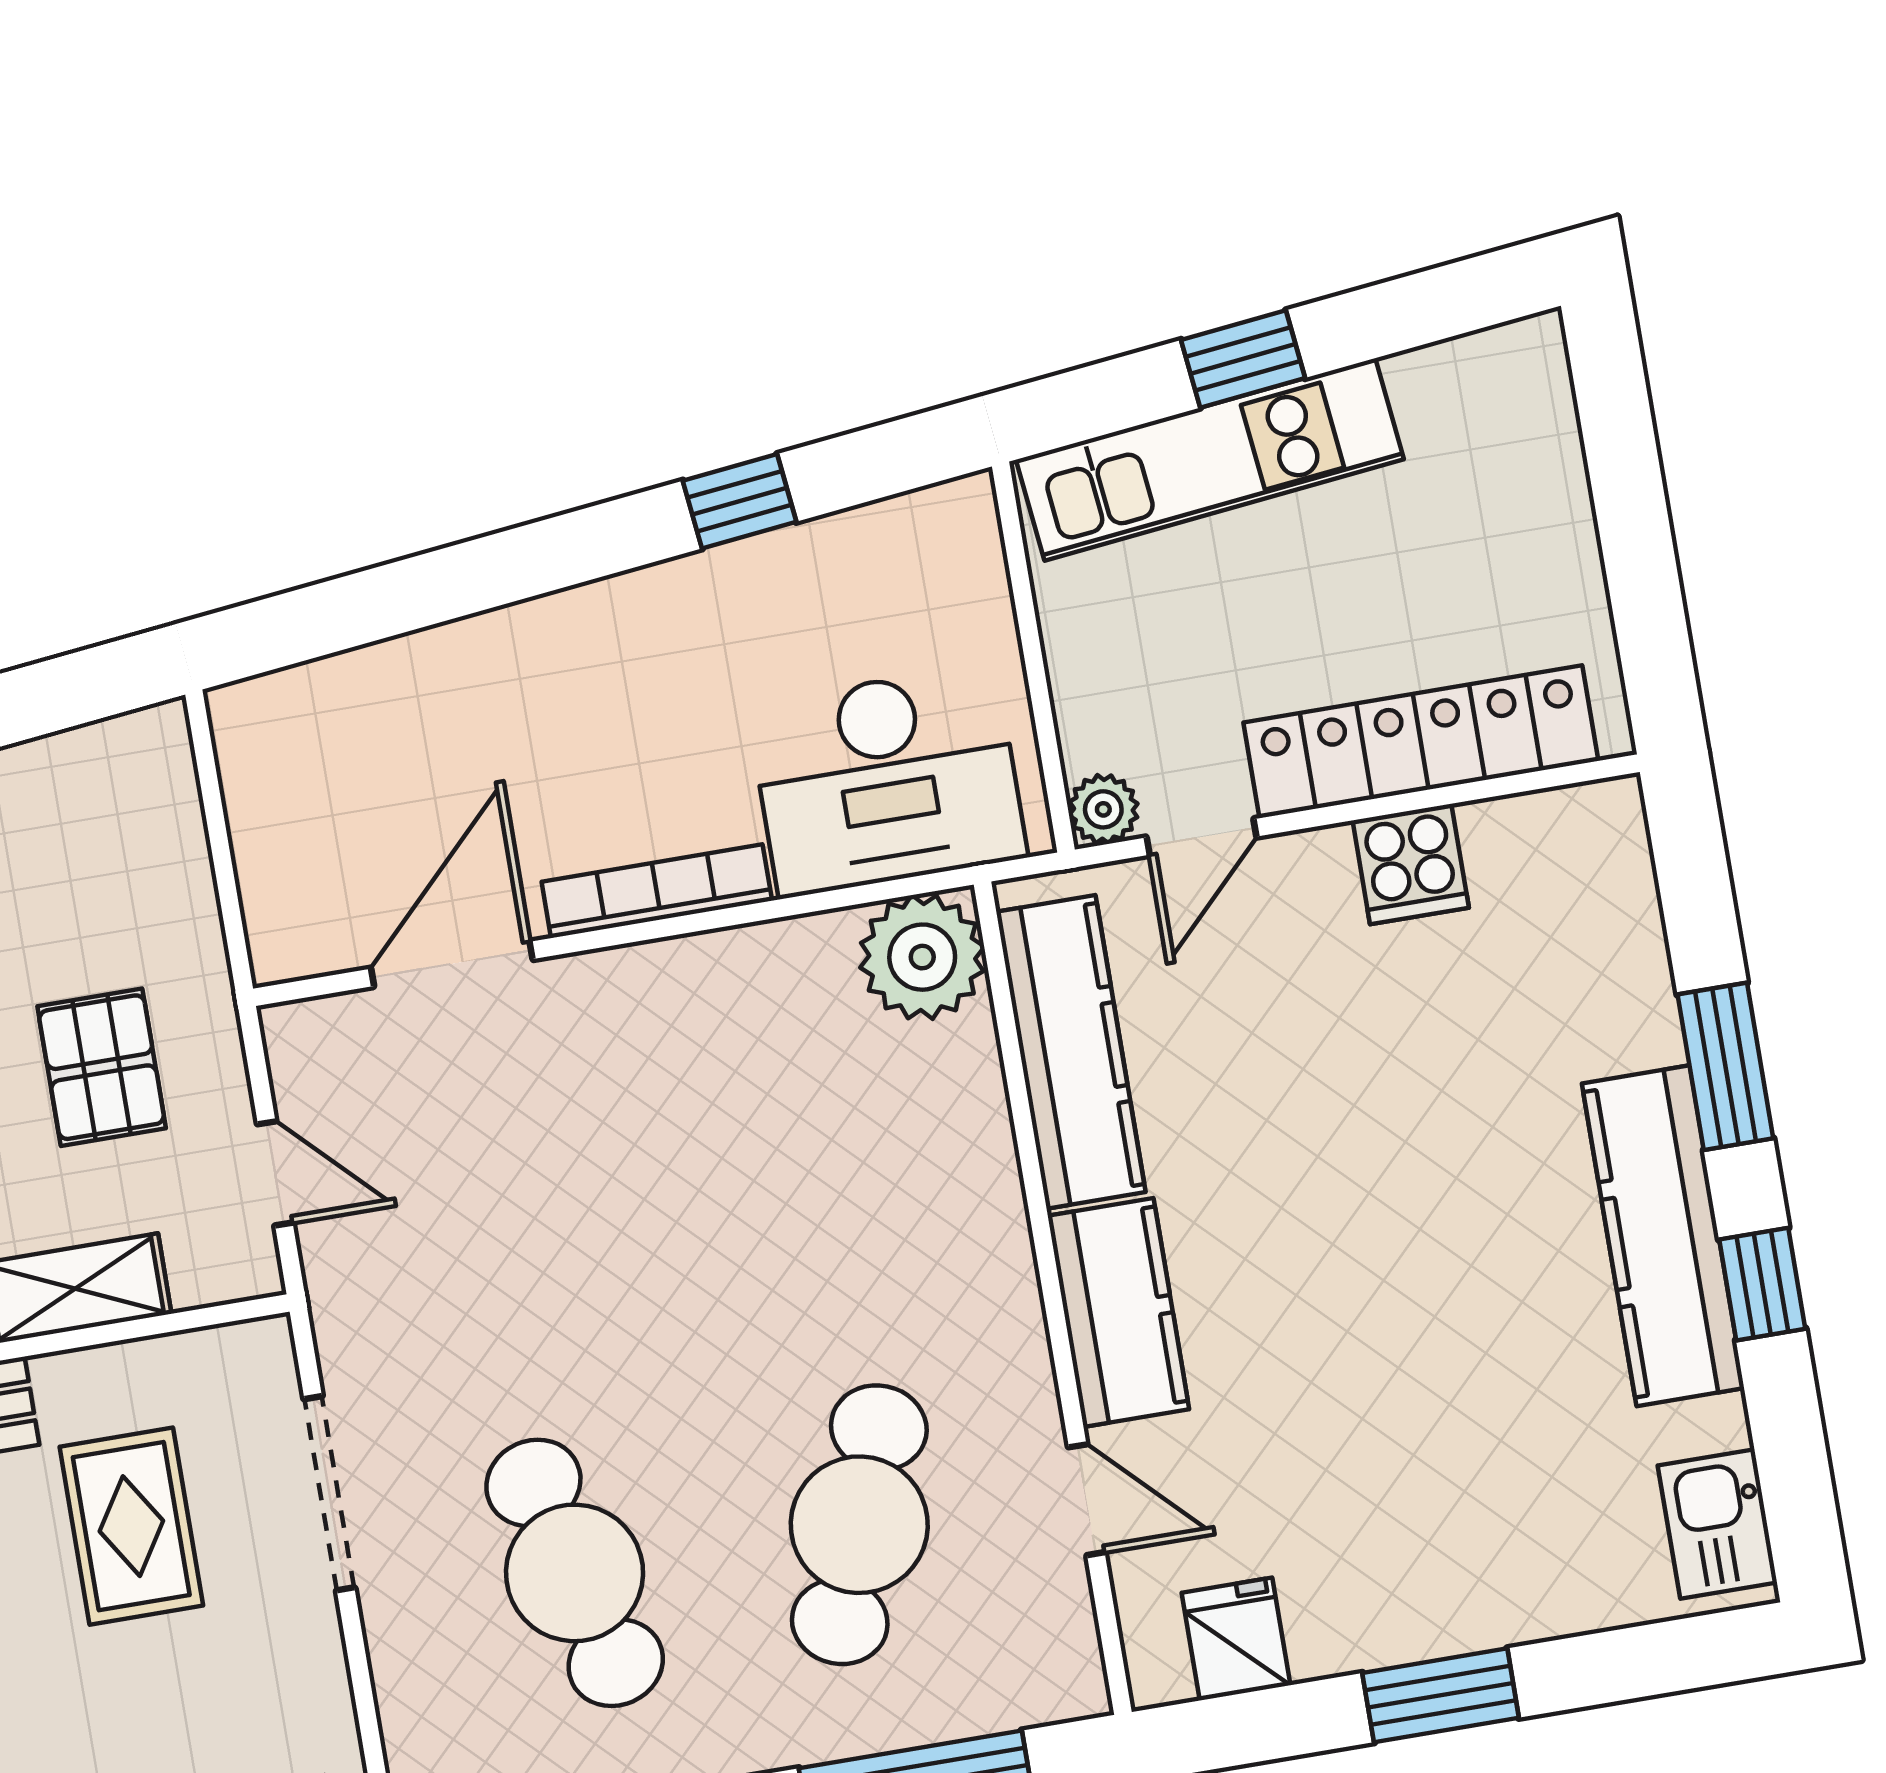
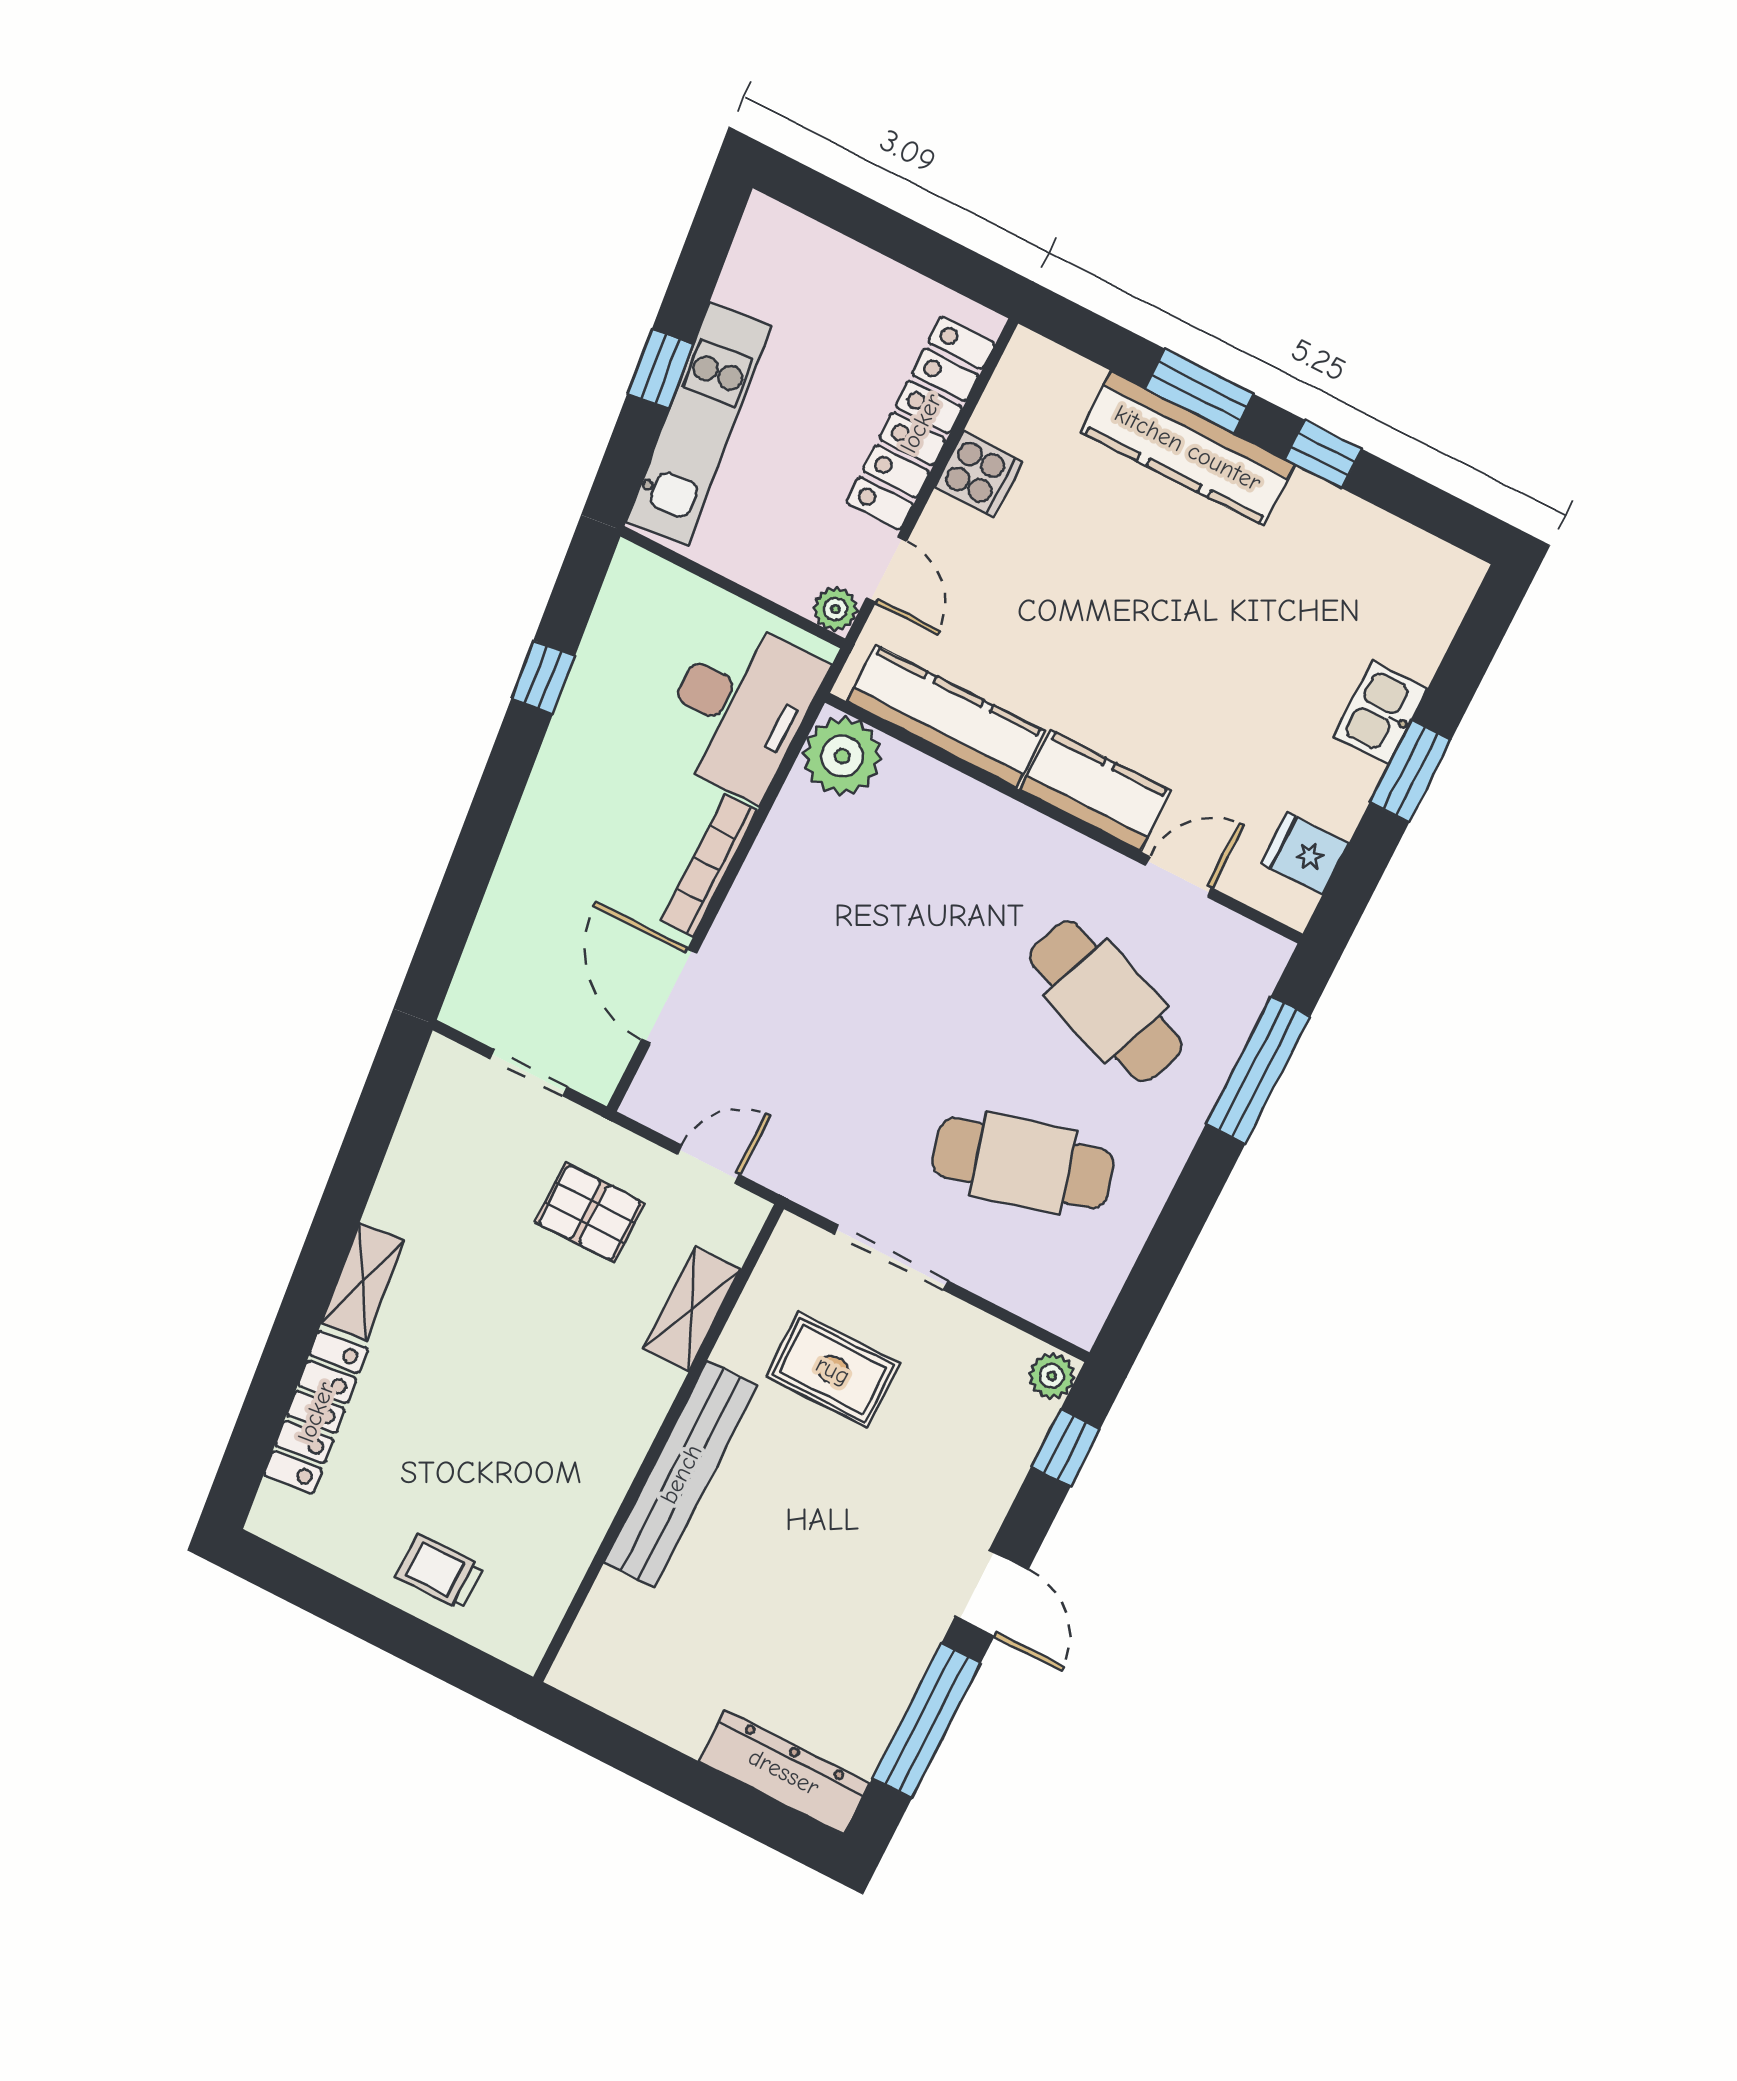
doorway: (222, 856) -> (528, 1073), added
kitchen counter: (1663, 1236) -> (1188, 448), moved
kitchen sink: (1717, 1524) -> (1381, 713), moved, turned 90

